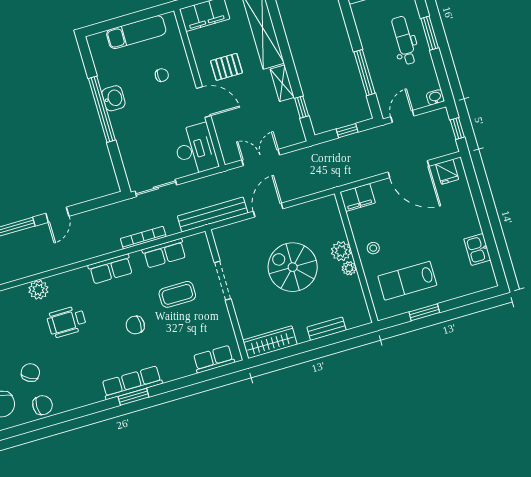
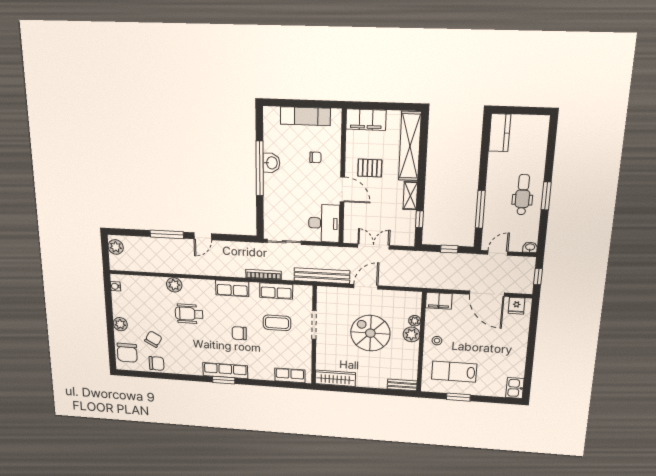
kitchen sink: (477, 249) -> (515, 388), moved
plant: (349, 268) -> (415, 321), moved
bench: (327, 329) -> (402, 385), moved

